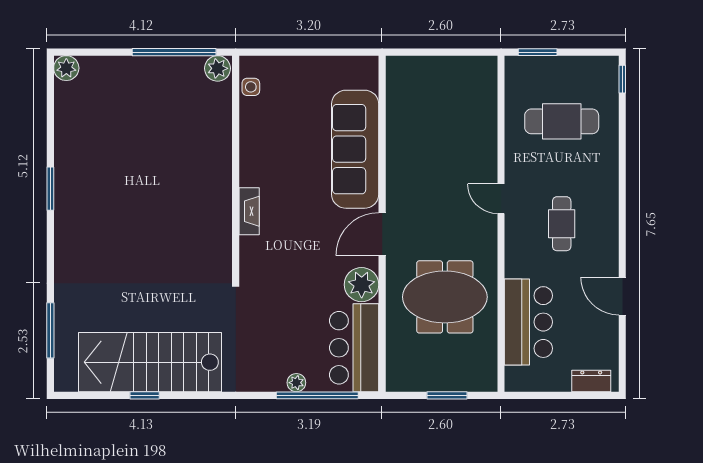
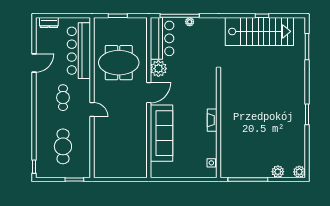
plant: (218, 68) -> (278, 172), moved
cafe table: (562, 121) -> (63, 146), turned 90
fireplace: (249, 211) -> (212, 120), moved
door: (622, 296) -> (34, 63), hinge flipped
bar counter: (528, 322) -> (79, 51), width x1.36

